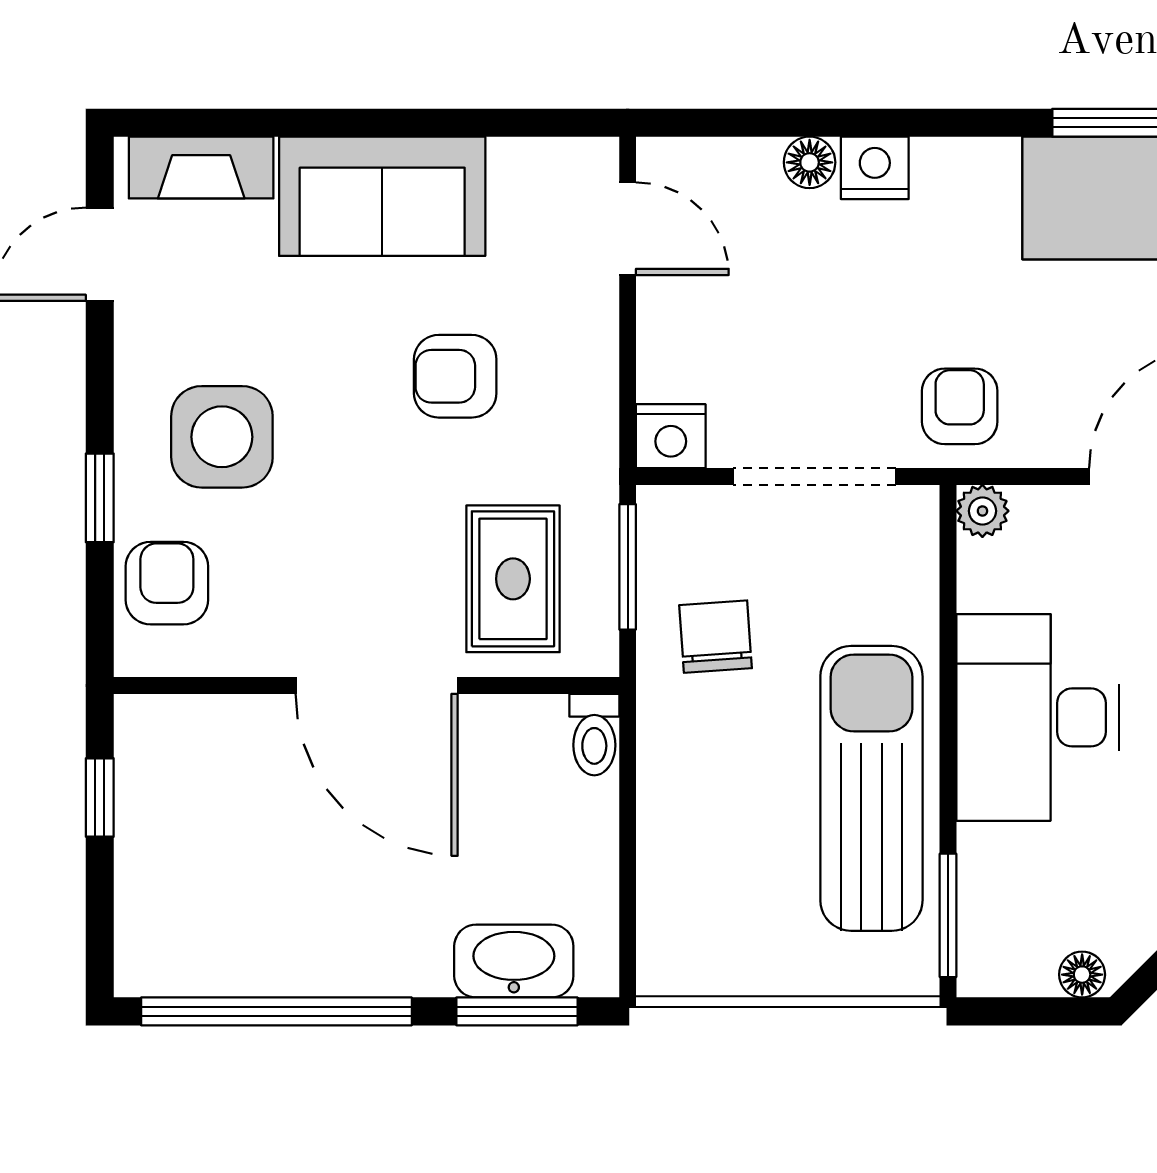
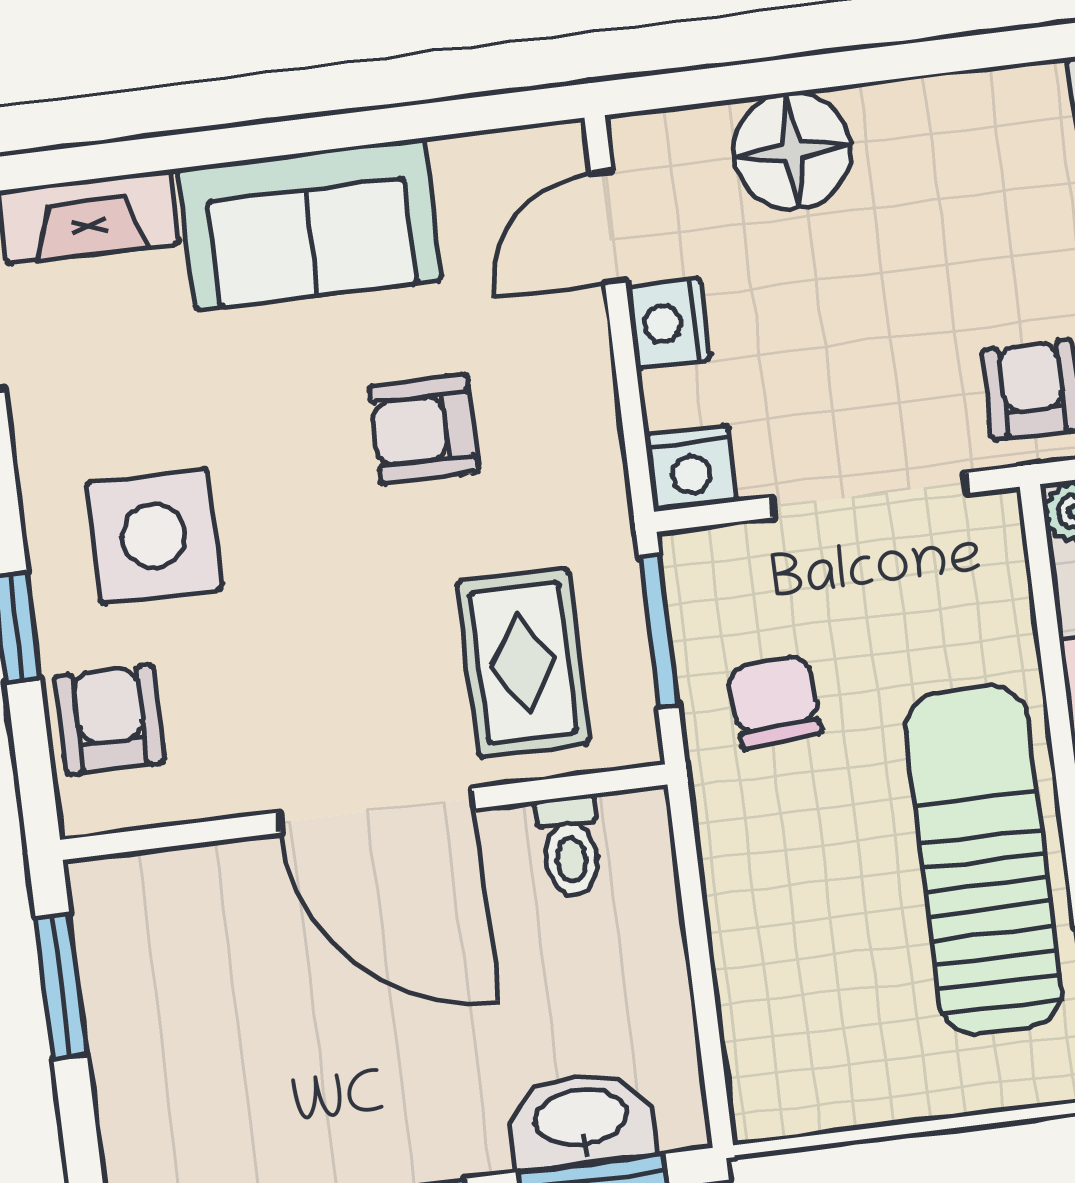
floor lamp: (810, 162) -> (792, 151), width x1.89, depth x1.89
nightstand: (875, 168) -> (668, 323), moved, turned -90
door: (628, 229) -> (608, 227), swing flipped
toilet: (594, 735) -> (570, 846), moved
window: (100, 798) -> (61, 986), width x1.50

